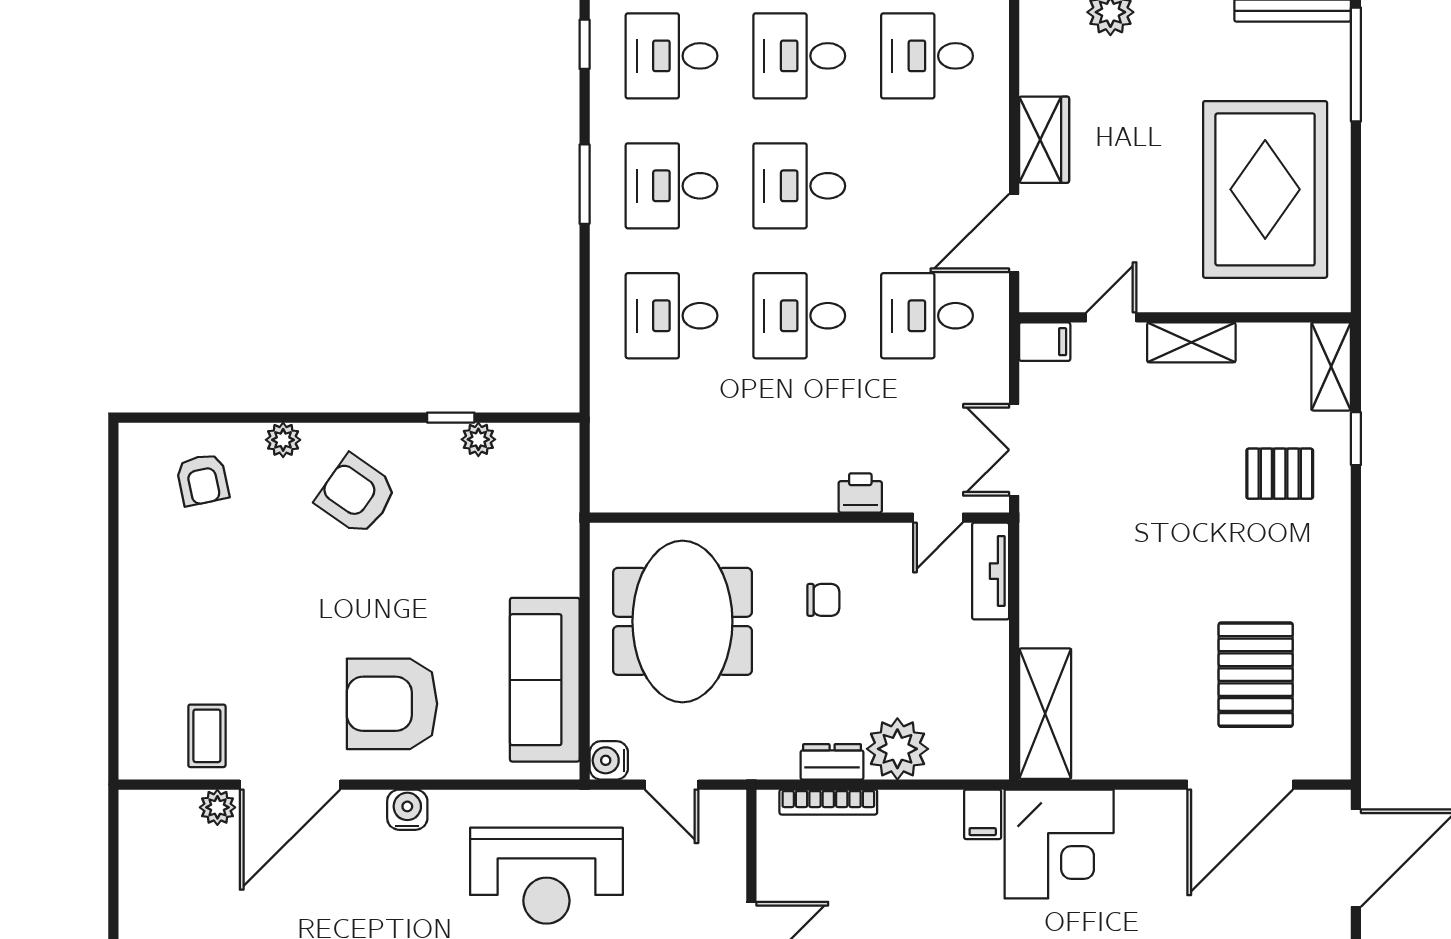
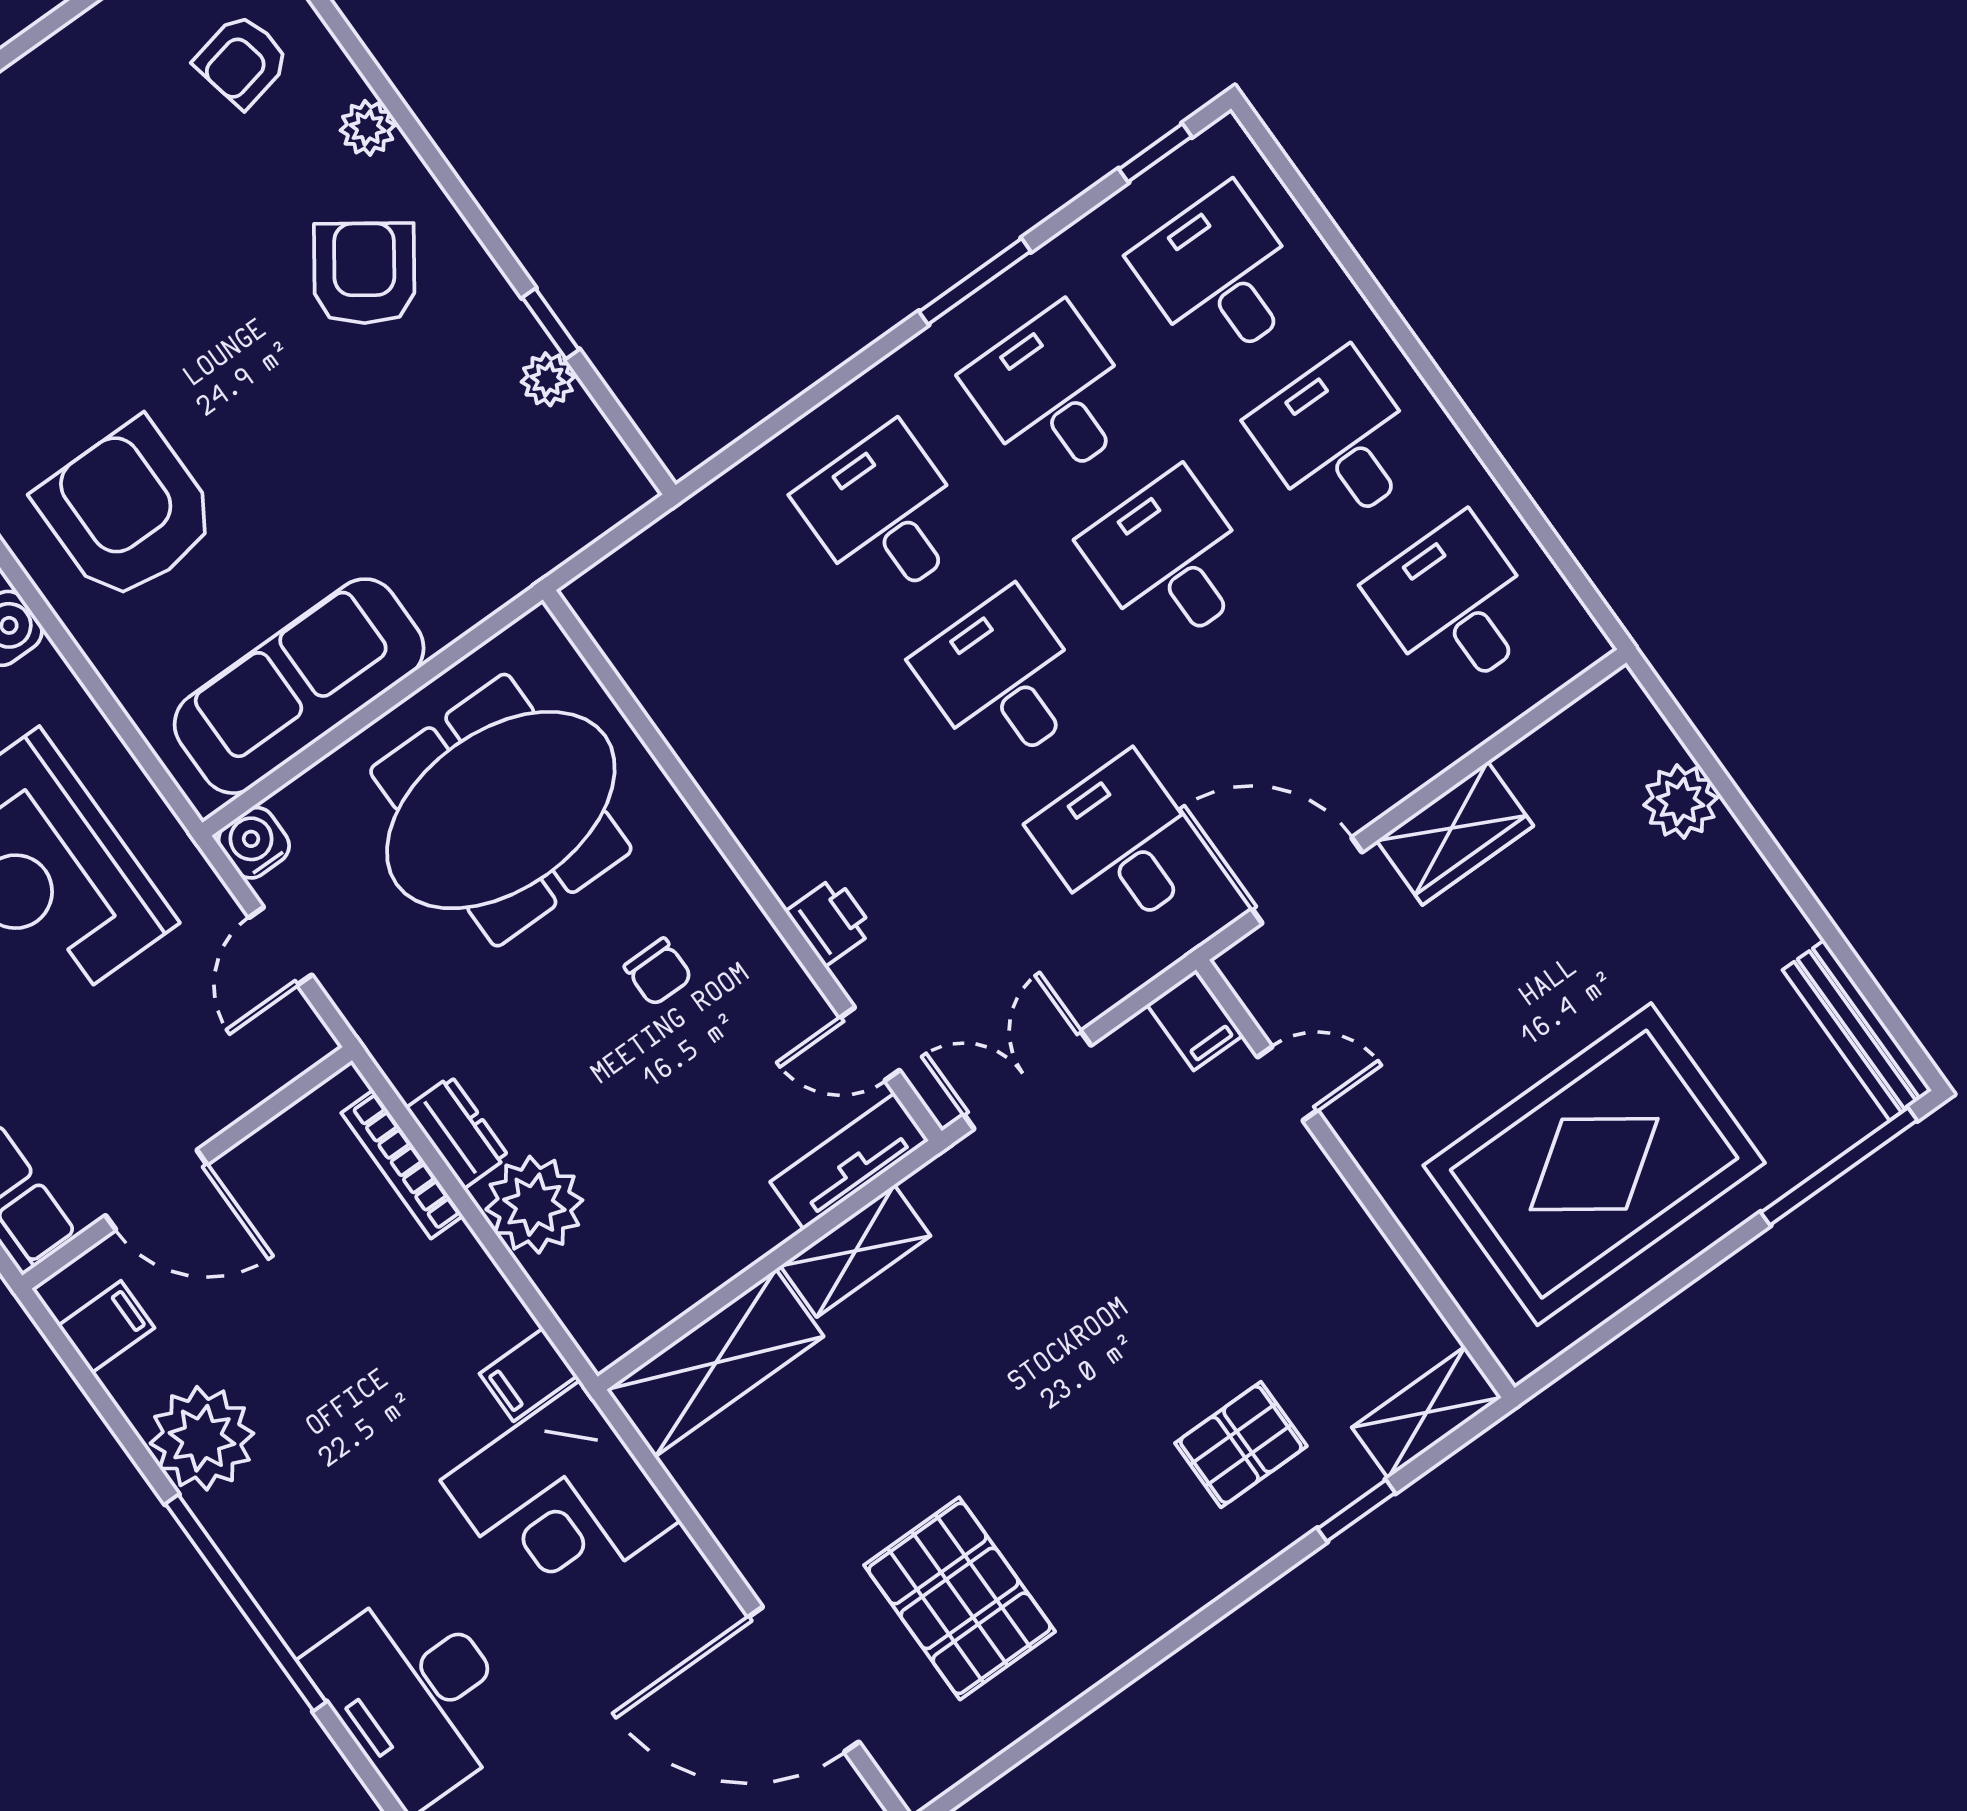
shelving: (1191, 342) -> (855, 1251), moved, turned 90
pallet: (1280, 474) -> (1241, 1445), turned 90
pallet: (1256, 675) -> (960, 1598), turned 90

